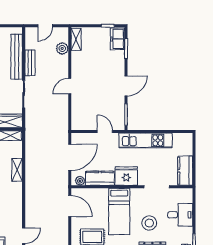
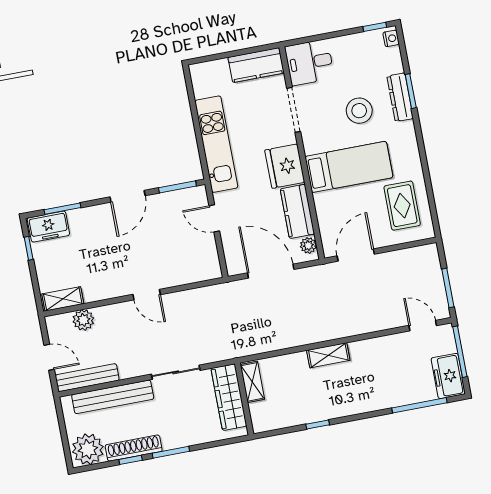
bench: (30, 63) -> (87, 378), moved, width x1.36
door: (126, 86) -> (128, 196), swing flipped
door: (105, 132) -> (214, 218), hinge flipped
shelving: (17, 170) -> (328, 355), moved
desk: (180, 215) -> (309, 62), moved, turned -90

